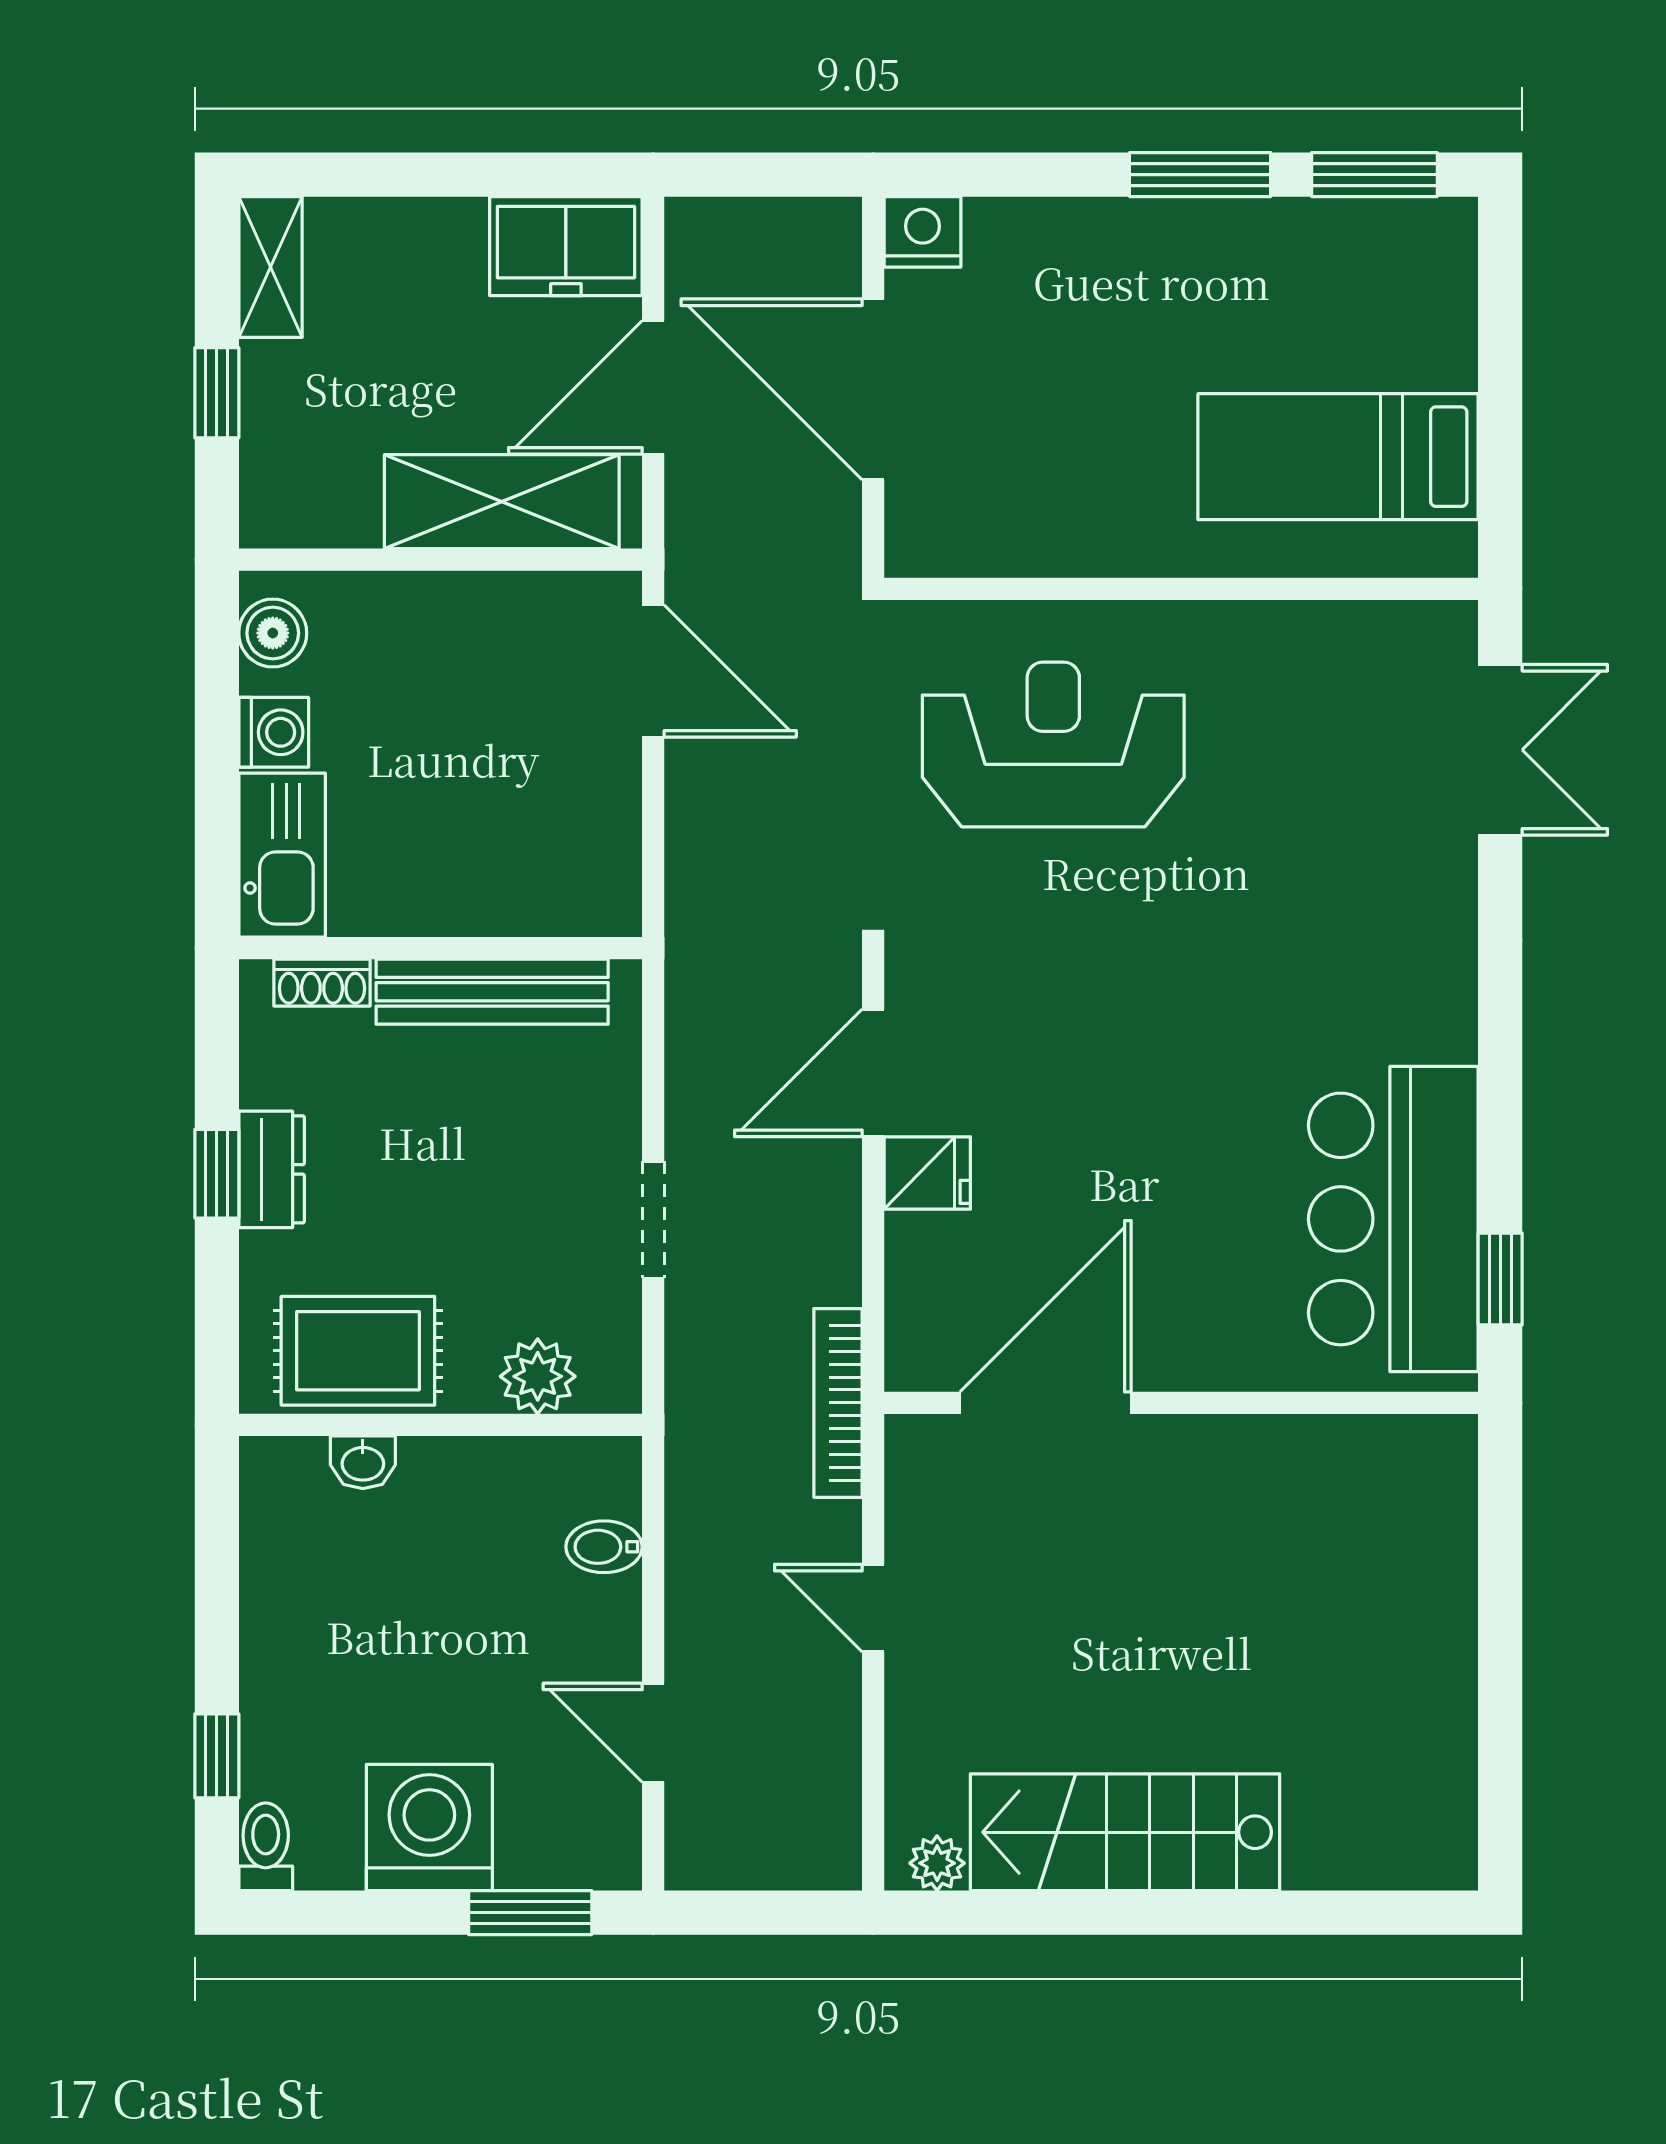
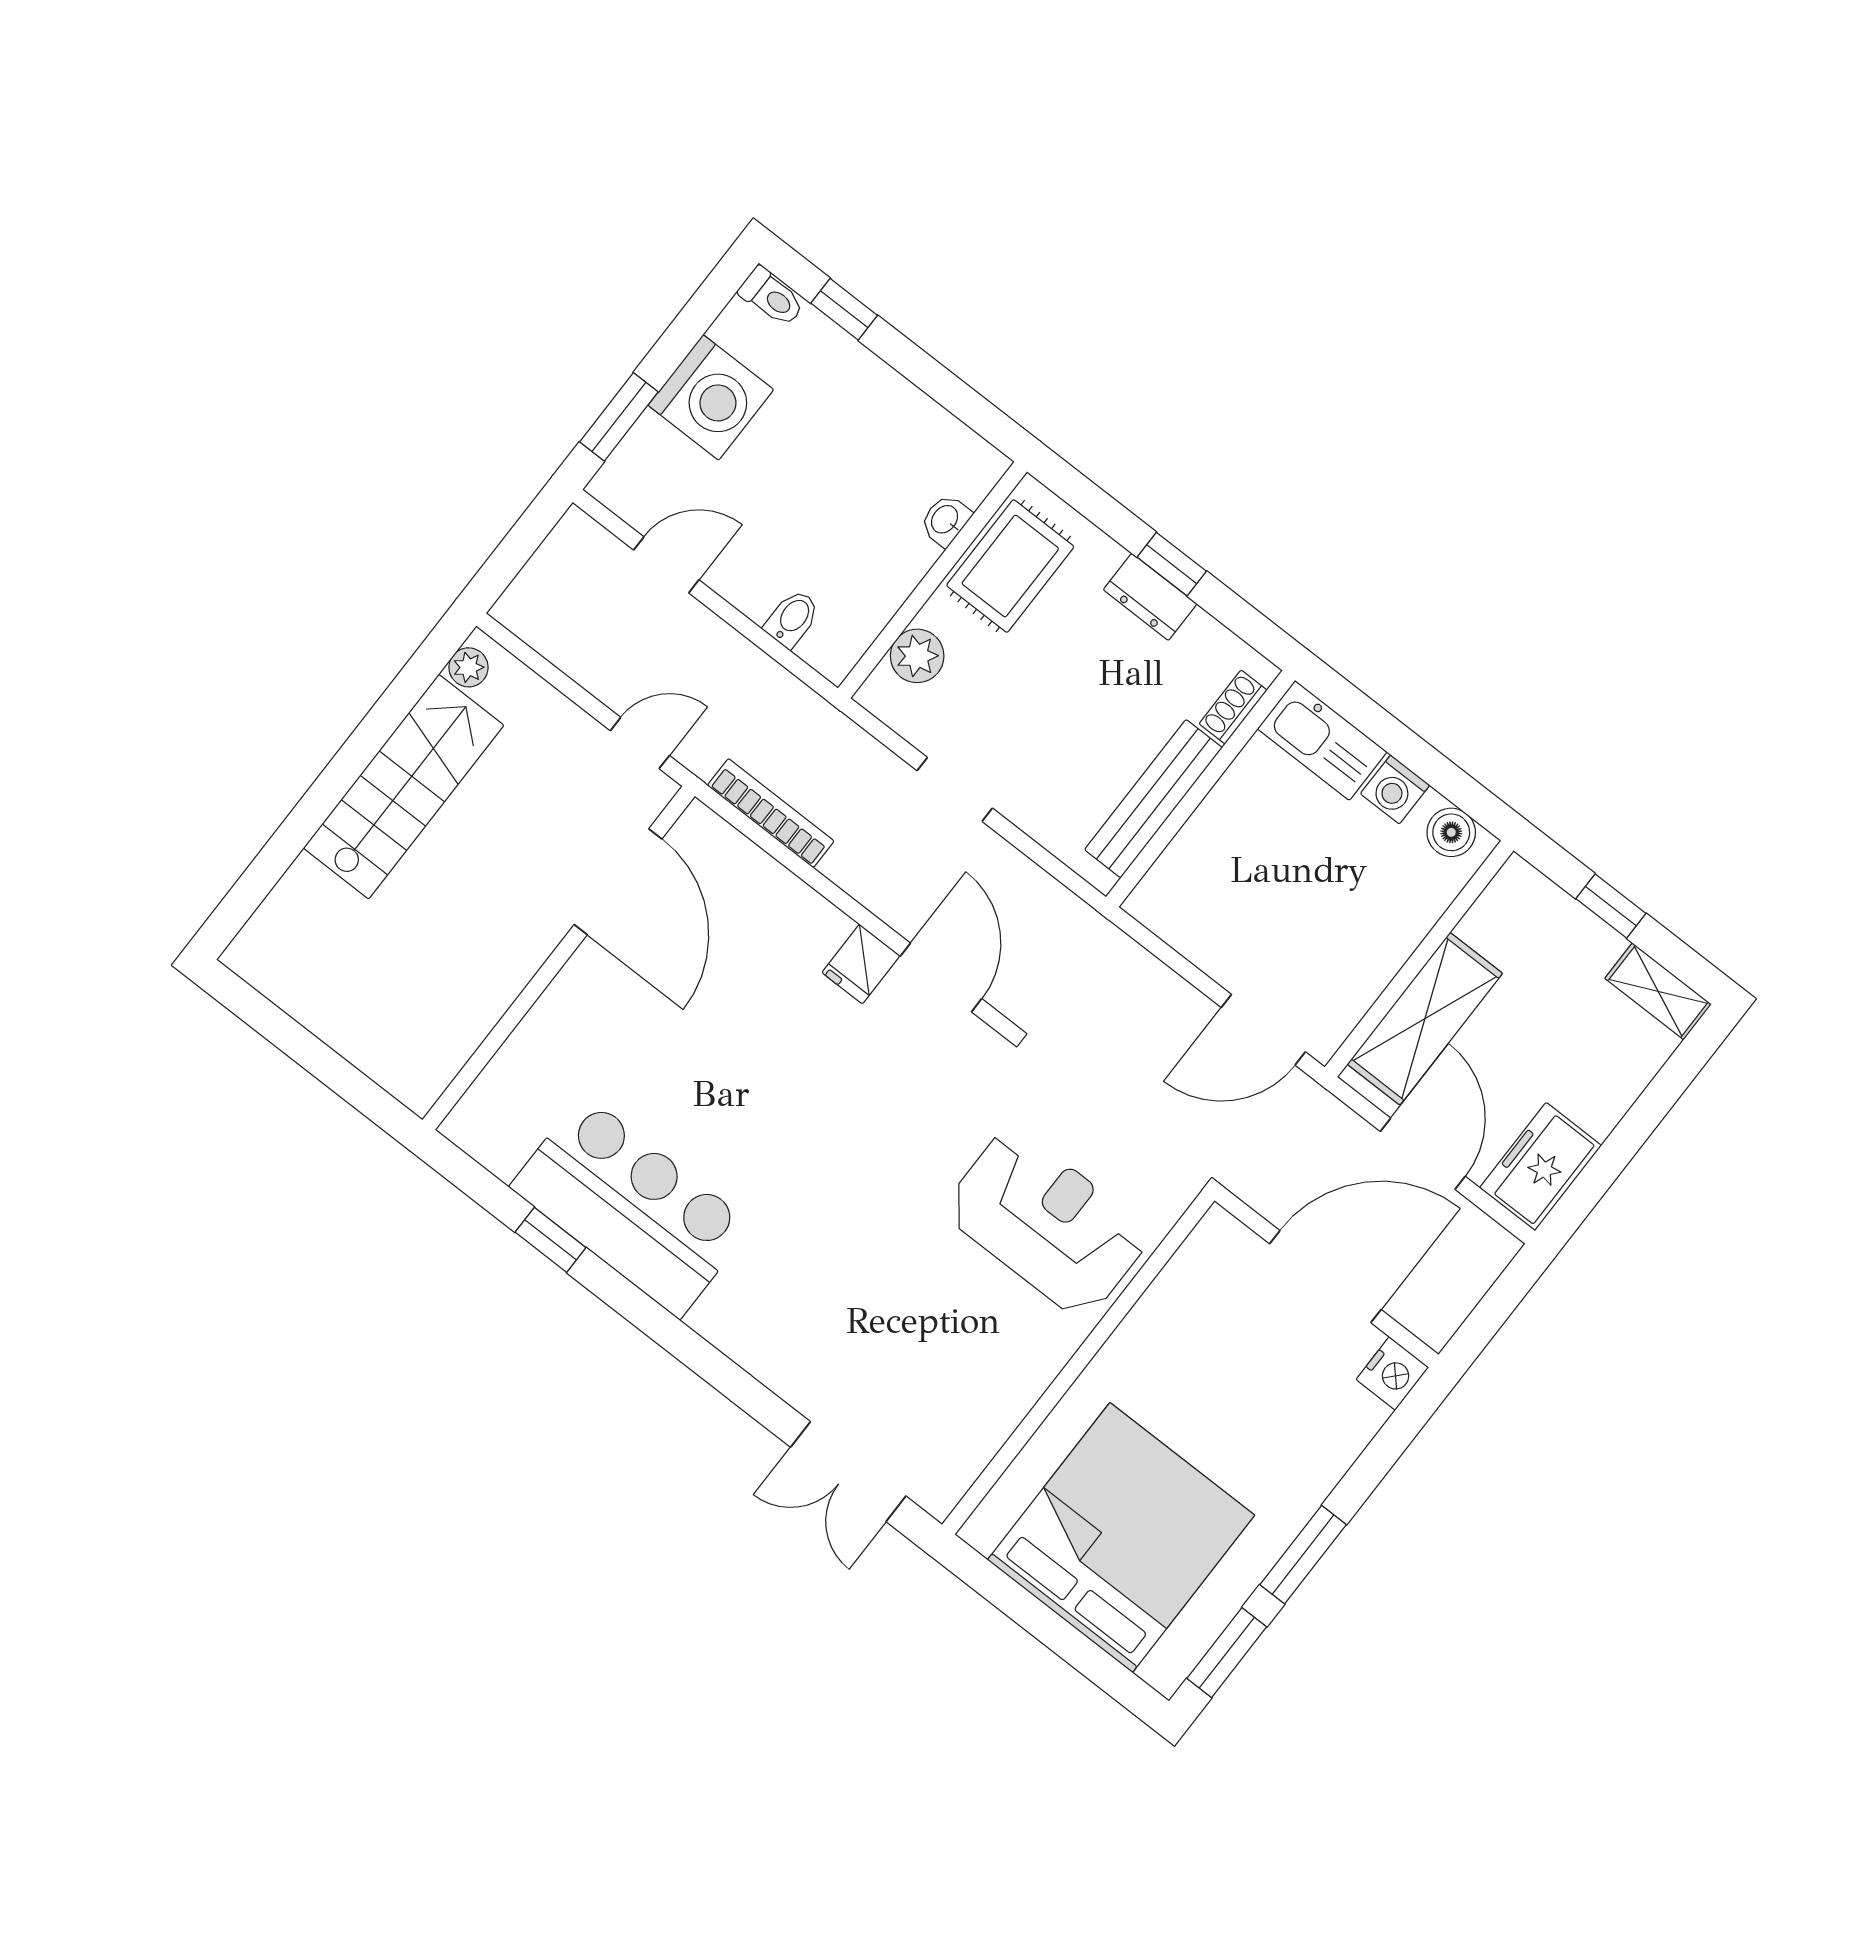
bed: (1338, 457) -> (1121, 1538), width x2.04
reception desk: (1053, 744) -> (1047, 1223), turned -90
door: (1046, 1403) -> (618, 882), moved
wall: (1181, 1403) -> (559, 958), moved

